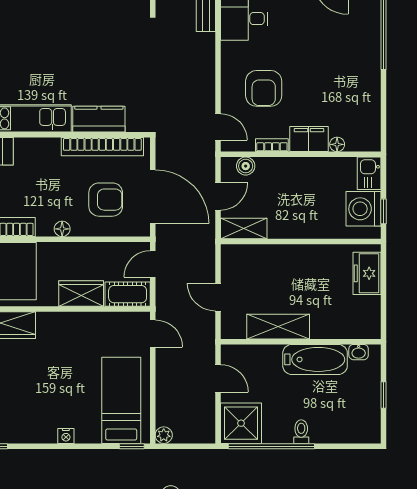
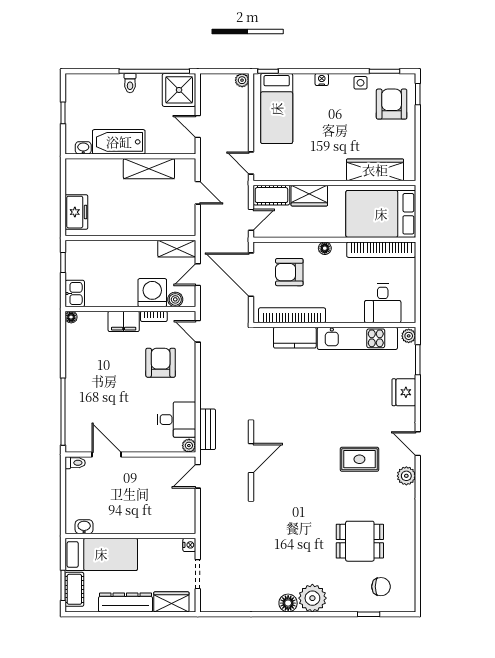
floor lamp: (337, 144) -> (71, 317), moved
washing machine: (364, 209) -> (152, 293), moved, turned -90
side table: (18, 432) -> (360, 83), added

